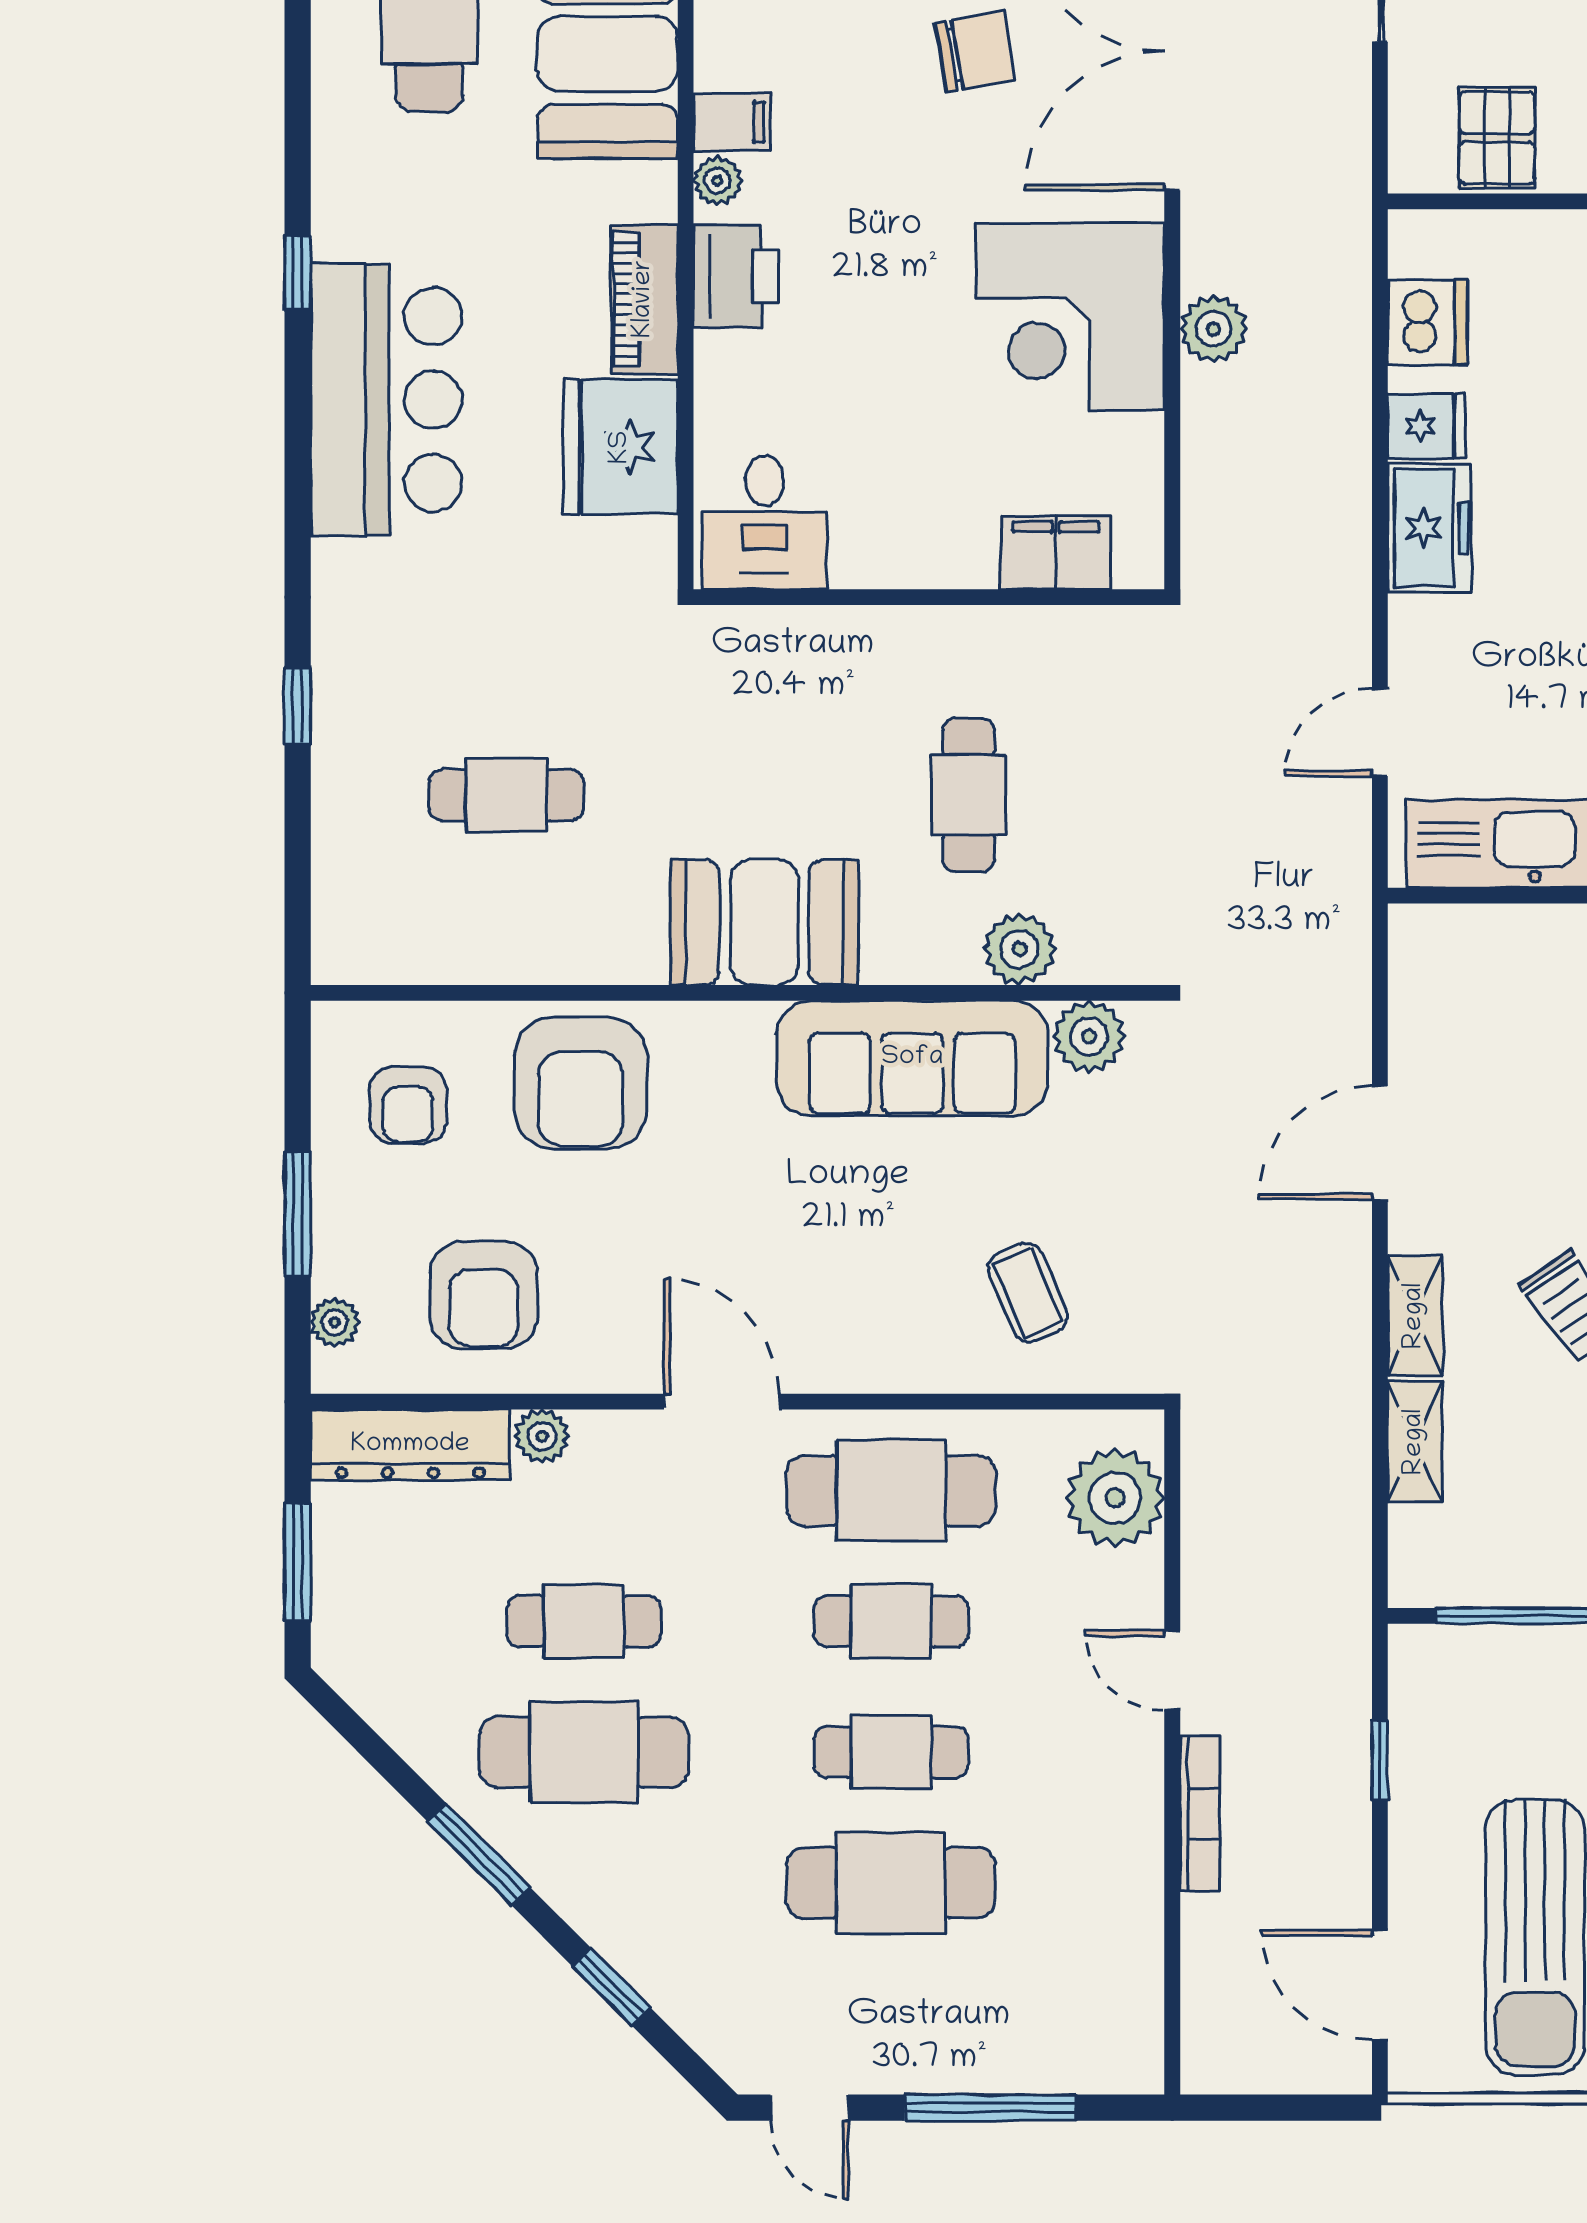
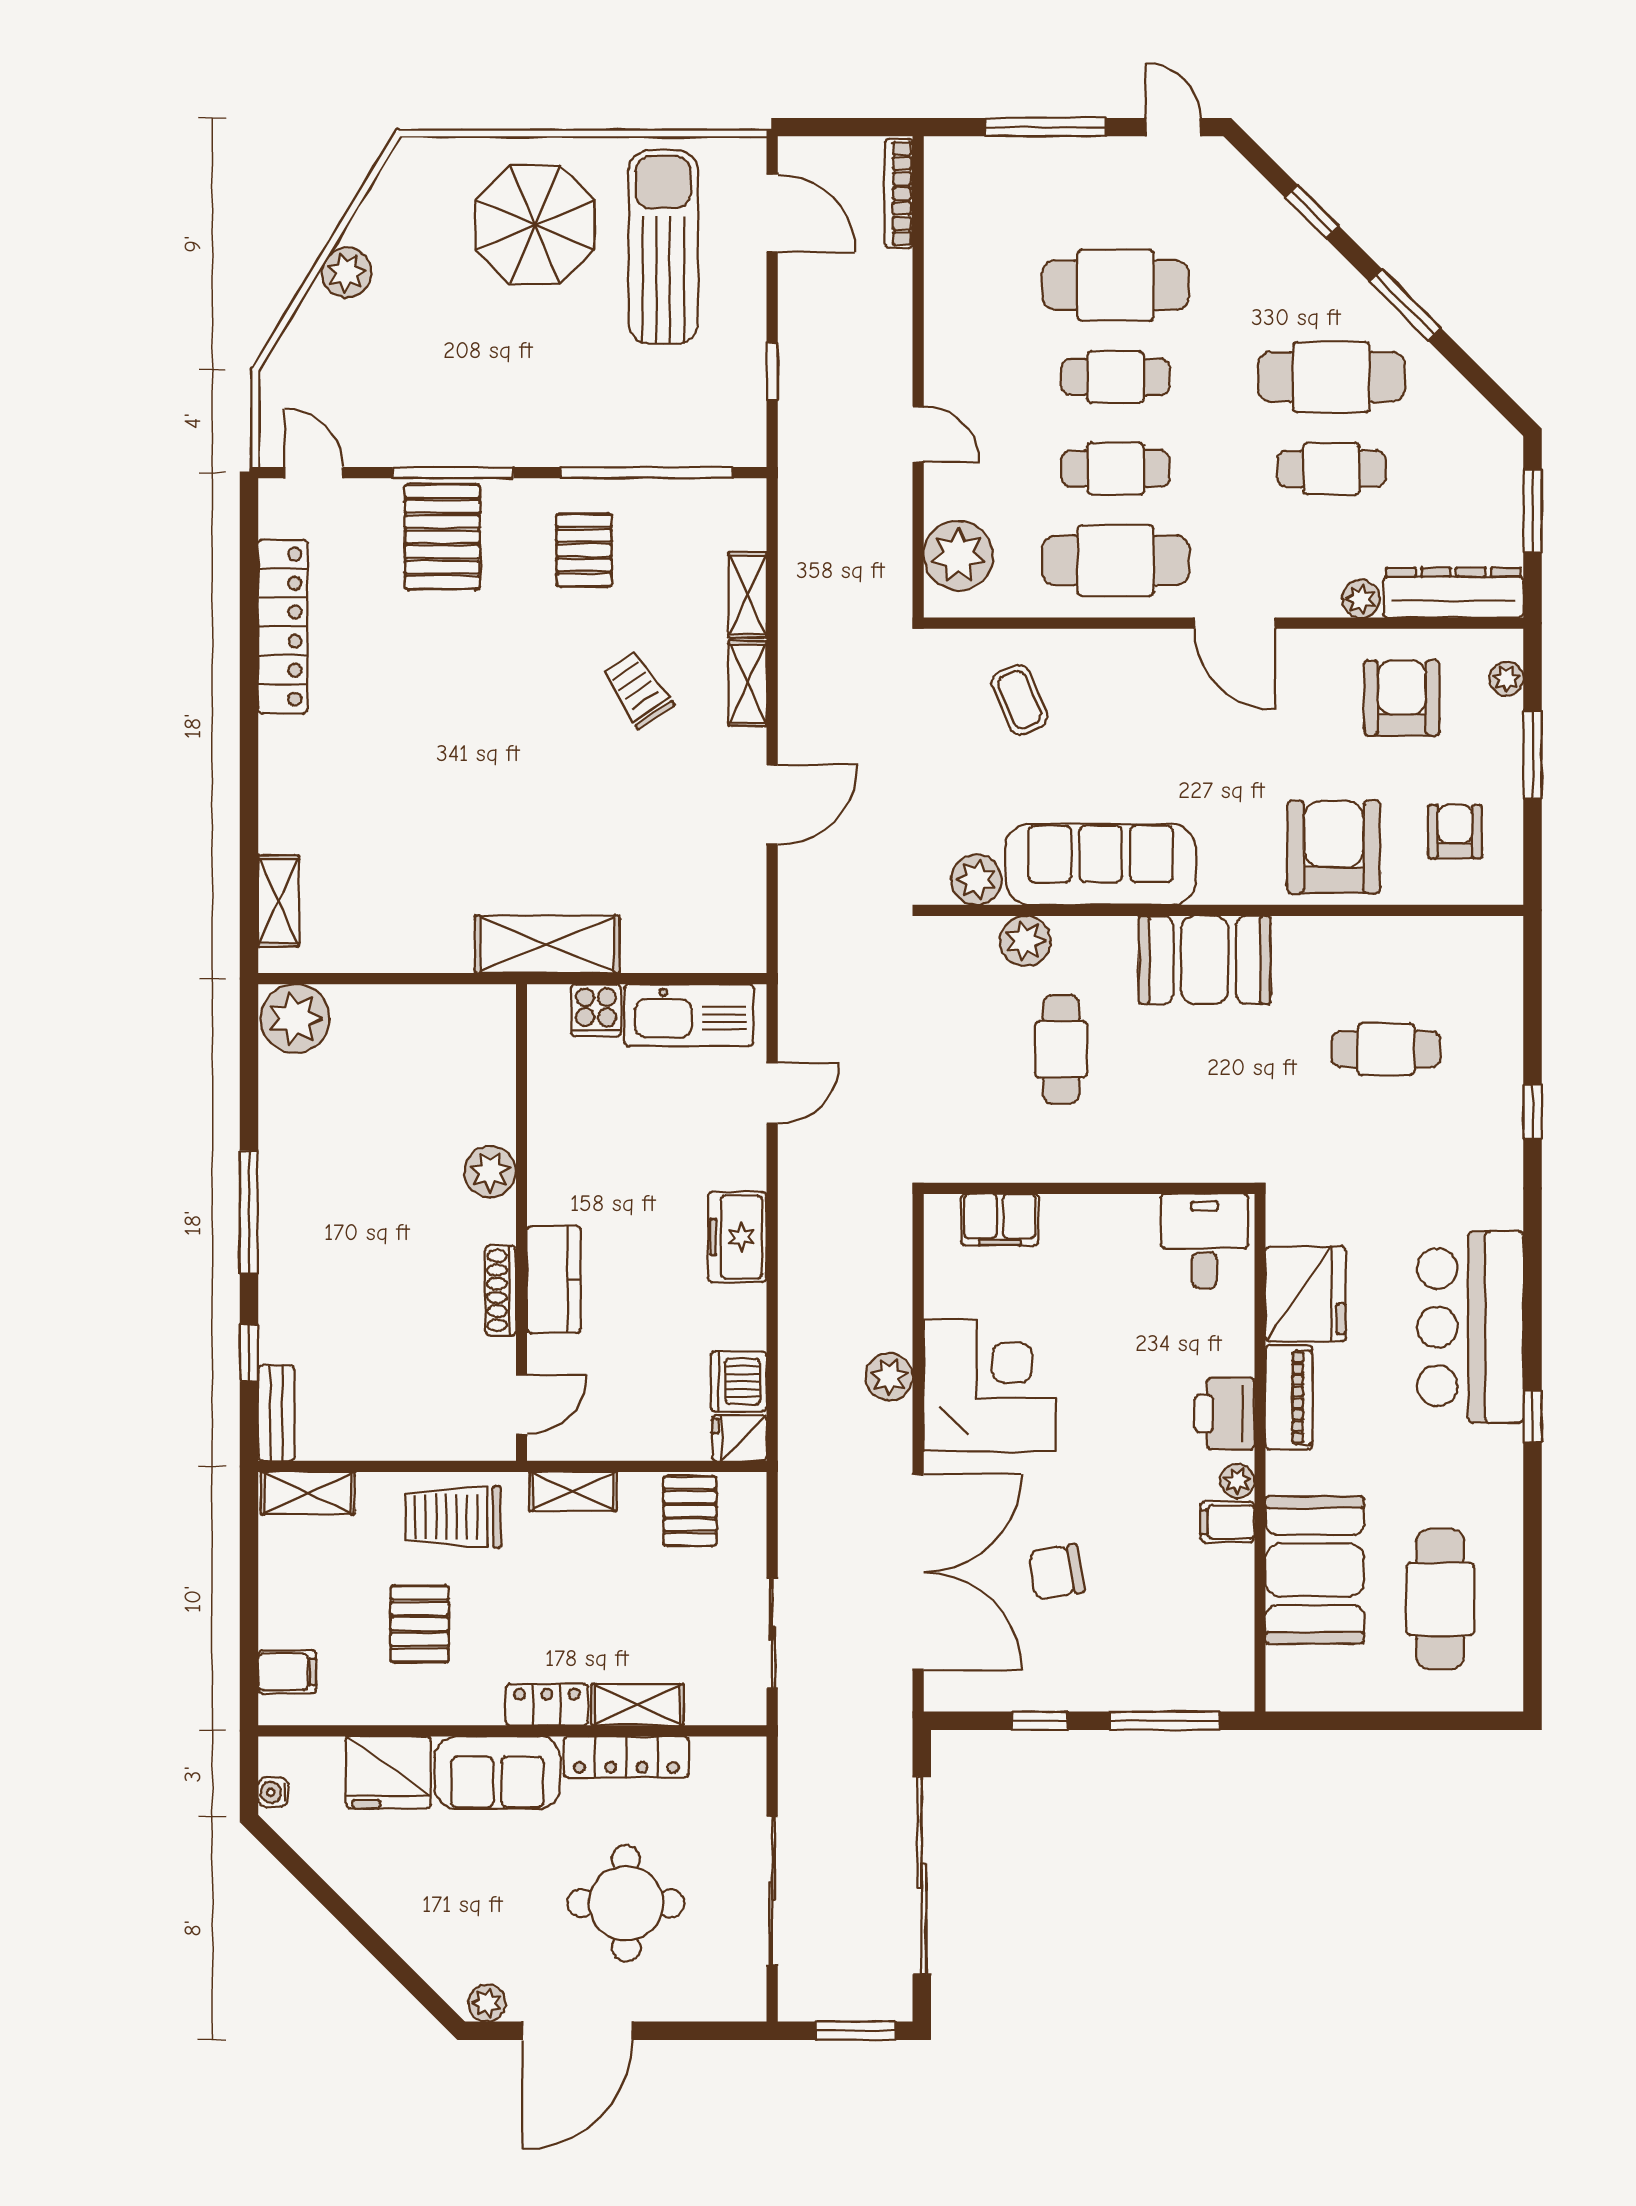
fridge: (1427, 426) -> (739, 1438), moved
bookcase: (1200, 1813) -> (899, 193), moved

